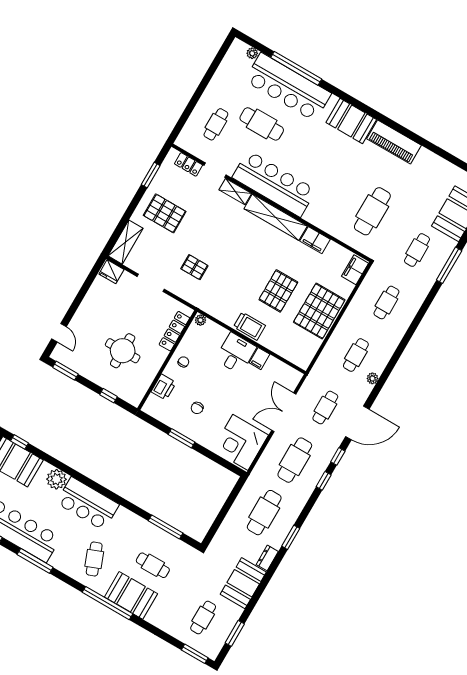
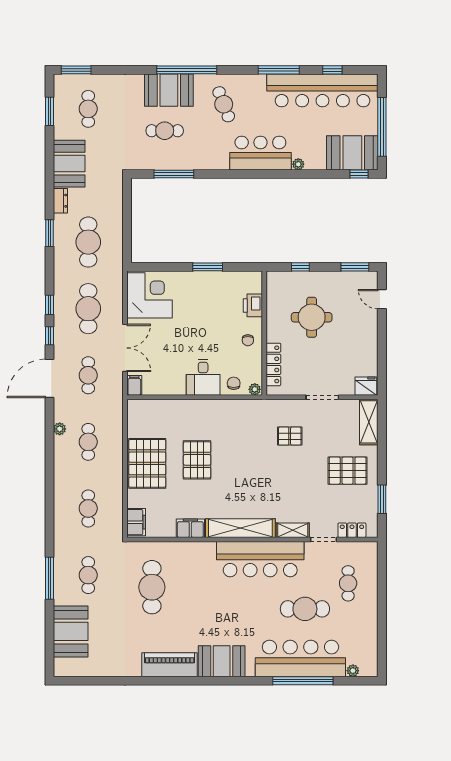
trolley: (249, 326) -> (205, 411), removed
filing cabinet: (259, 359) -> (134, 385), moved
chair: (197, 408) -> (234, 383), moved
plant: (57, 479) -> (298, 164), width x0.53, depth x0.53

